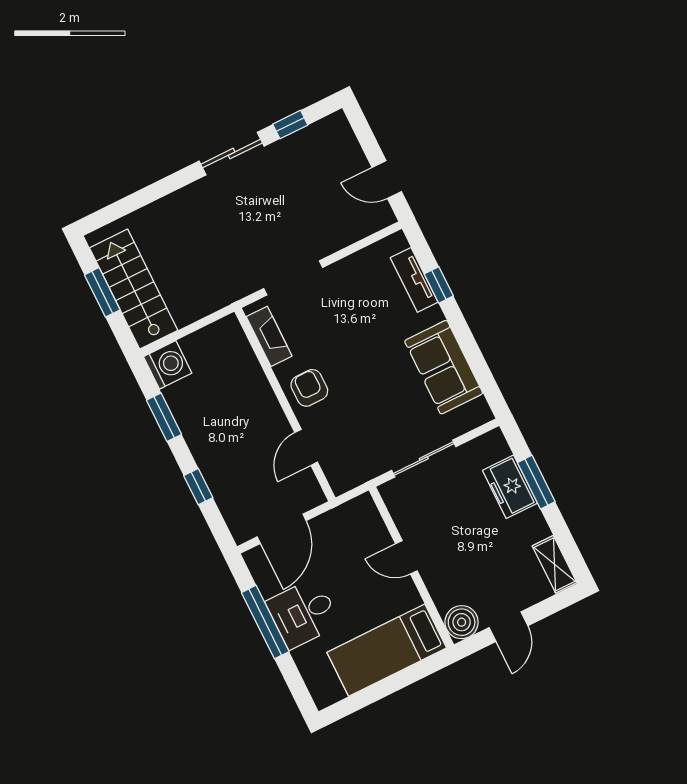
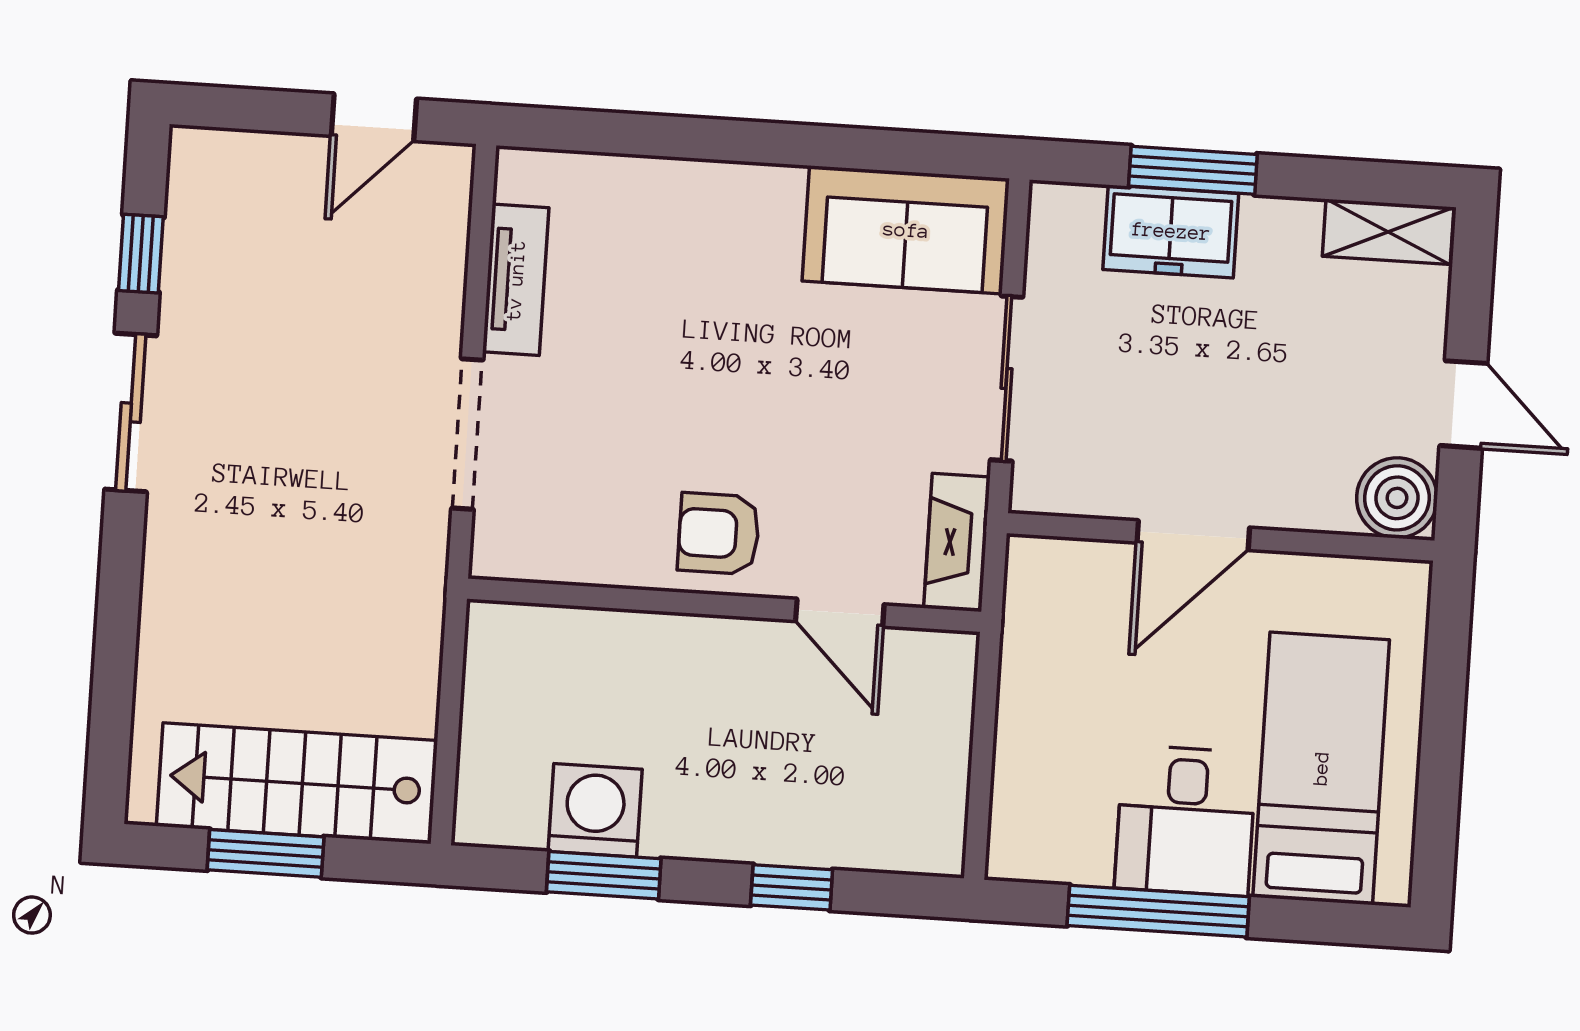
tv unit: (414, 280) -> (516, 280), moved, turned -90
window: (439, 285) -> (659, 136), removed
fireplace: (269, 336) -> (957, 542), moved, turned -90
washing machine: (168, 365) -> (595, 810), moved
sofa: (444, 367) -> (906, 230), moved
door: (282, 529) -> (982, 763), removed
door: (406, 557) -> (1193, 535), width x1.38
bed: (387, 650) -> (1321, 768), moved, turned 180

